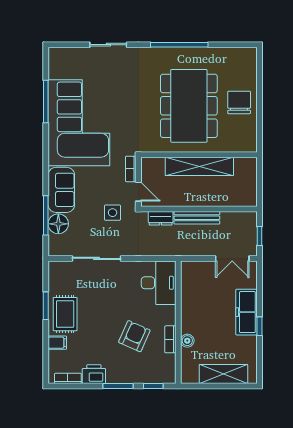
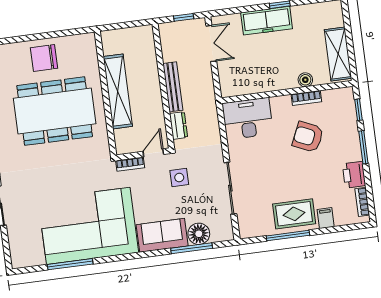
window: (46, 306) -> (288, 236), width x1.44
shelving: (223, 374) -> (338, 54), moved

